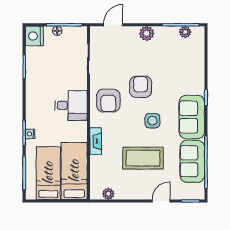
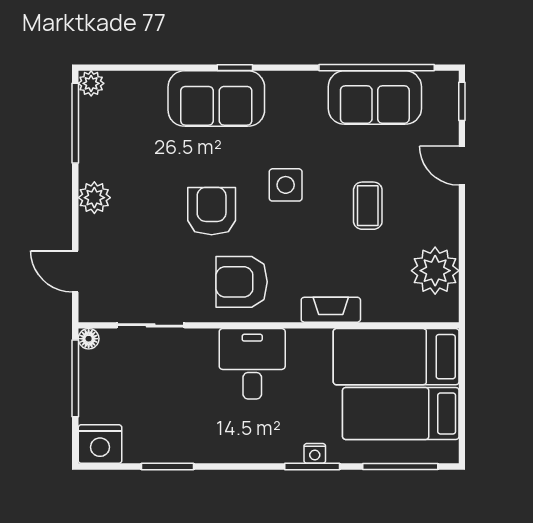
floor lamp: (57, 31) -> (89, 339), moved
plant: (185, 32) -> (91, 83), moved
armchair: (141, 87) -> (212, 211), turned 90
armchair: (108, 101) -> (242, 282), turned 180
sofa: (192, 117) -> (216, 99), moved
coffee table: (143, 158) -> (368, 206), width x0.54, depth x0.58
plant: (108, 194) -> (435, 271), width x1.87, depth x1.87

